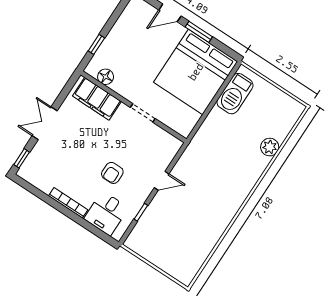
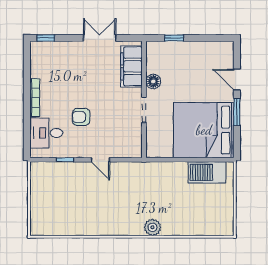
floor lamp: (106, 77) -> (153, 81), moved
double door: (45, 123) -> (100, 38), moved
plant: (270, 147) -> (152, 227), moved

